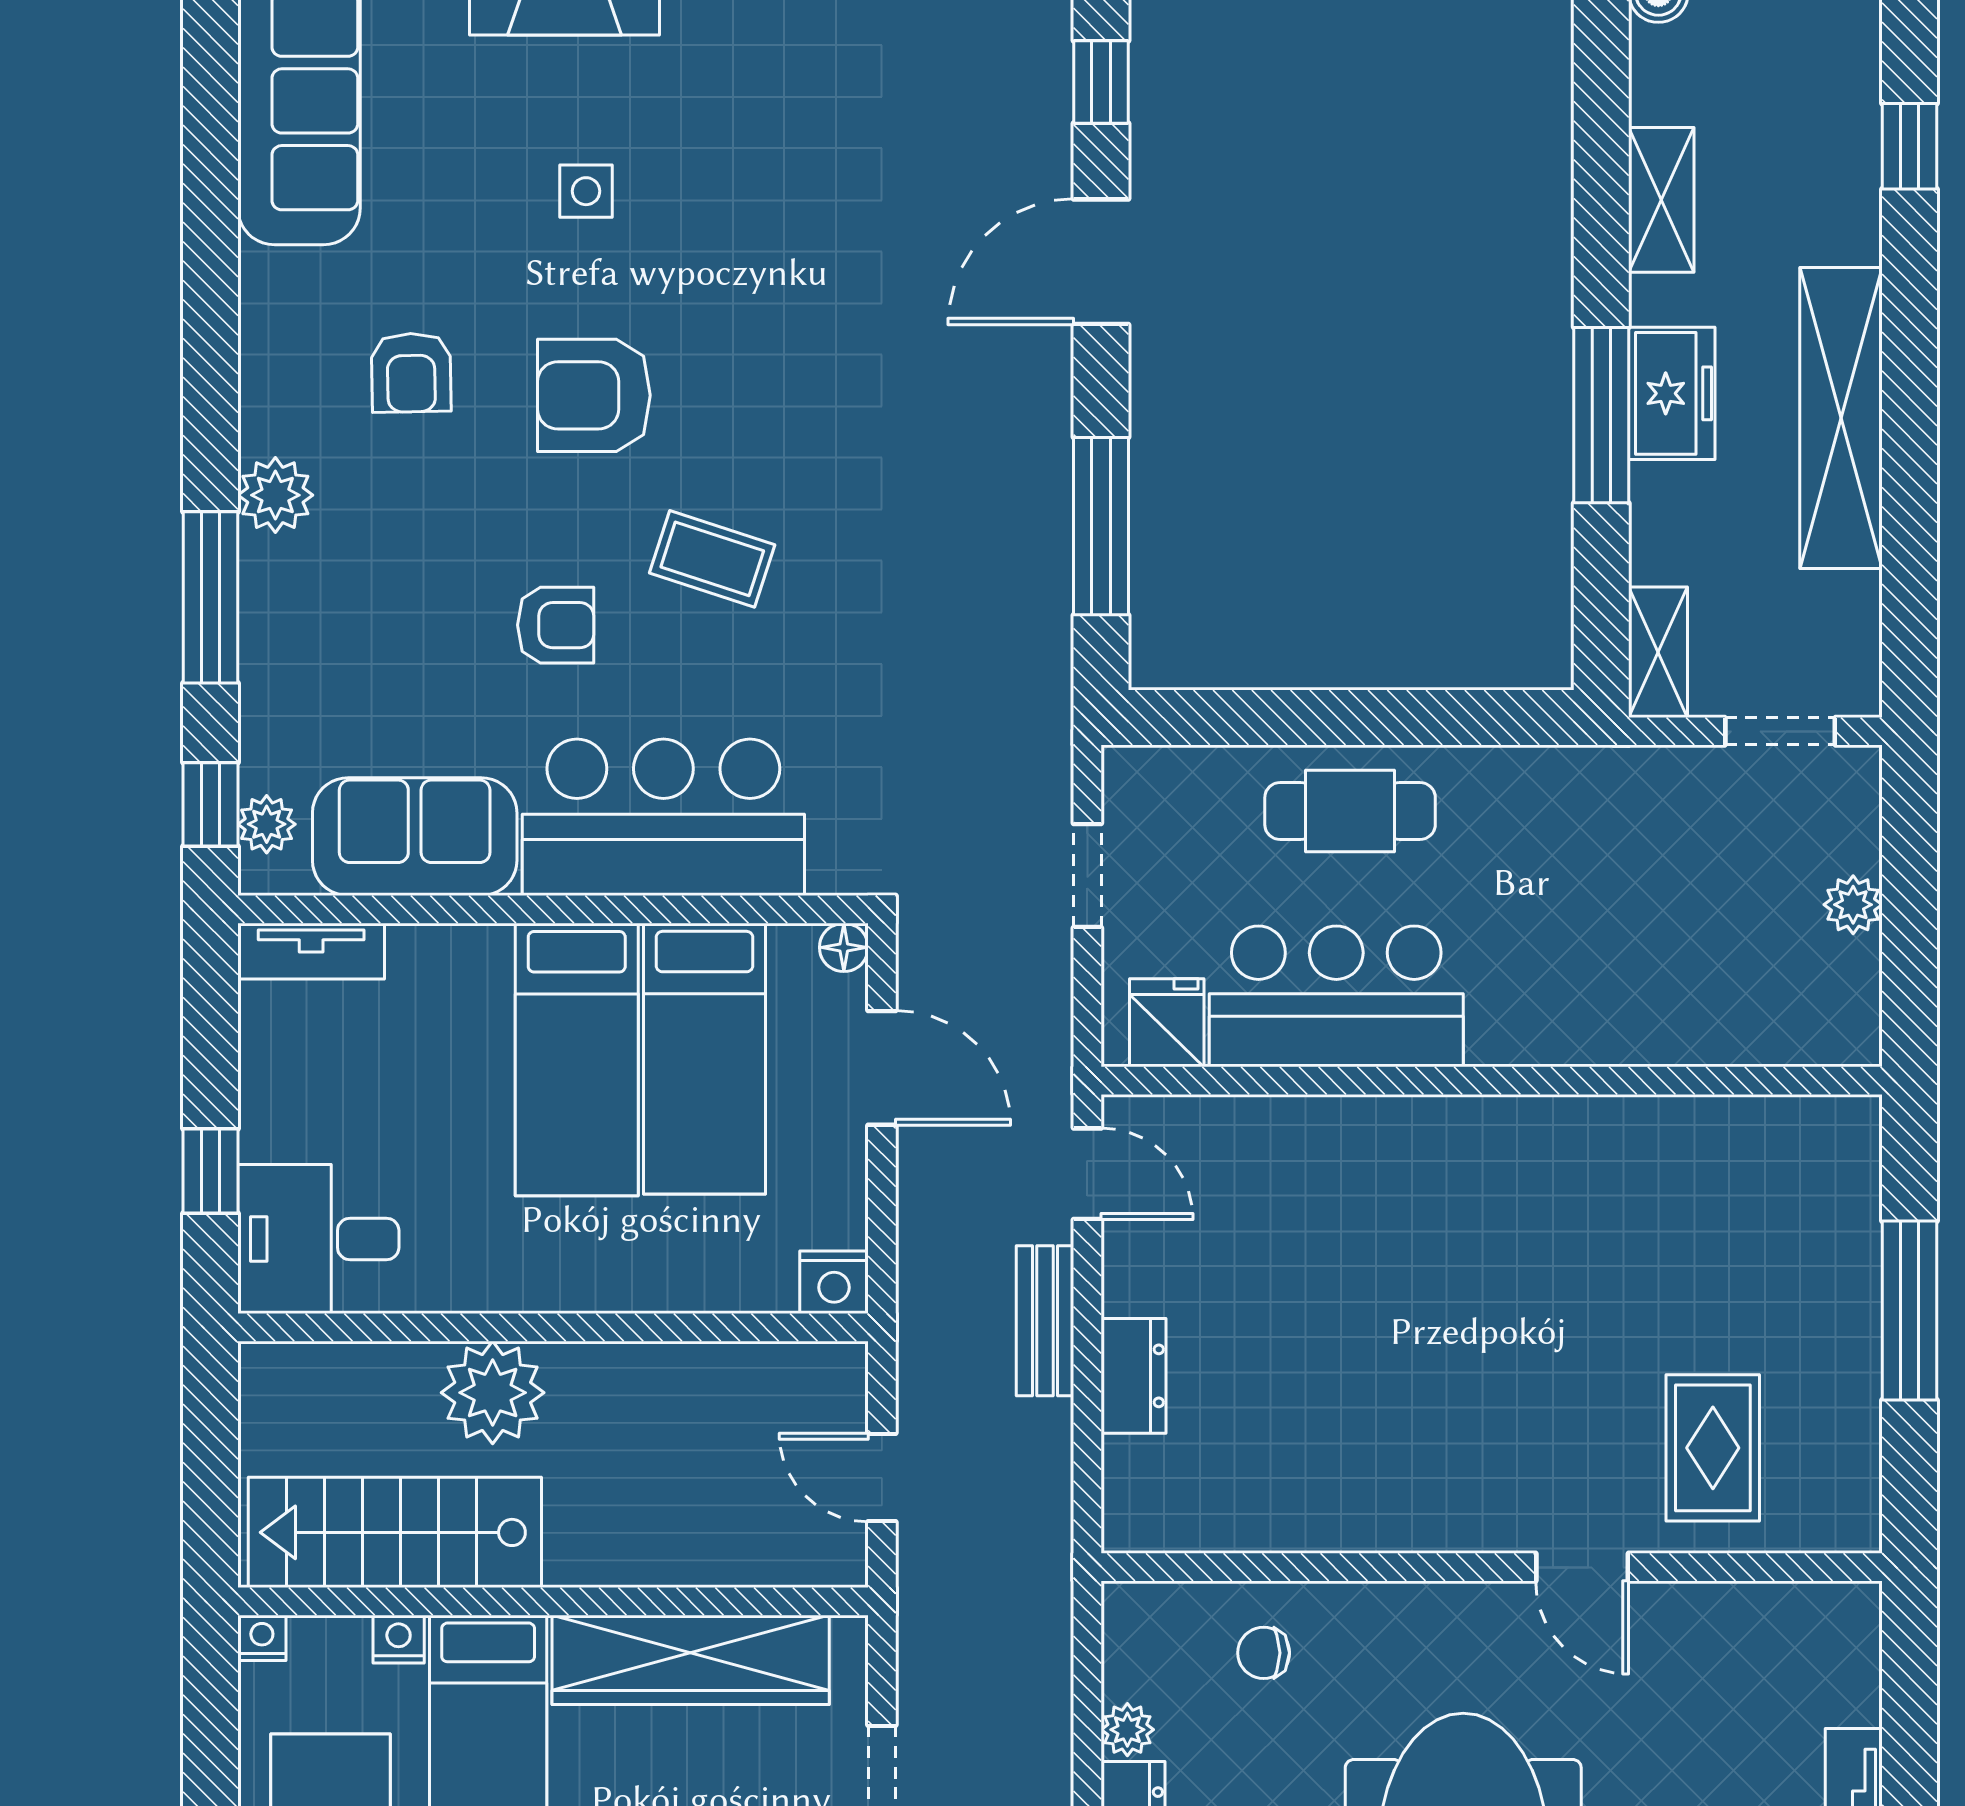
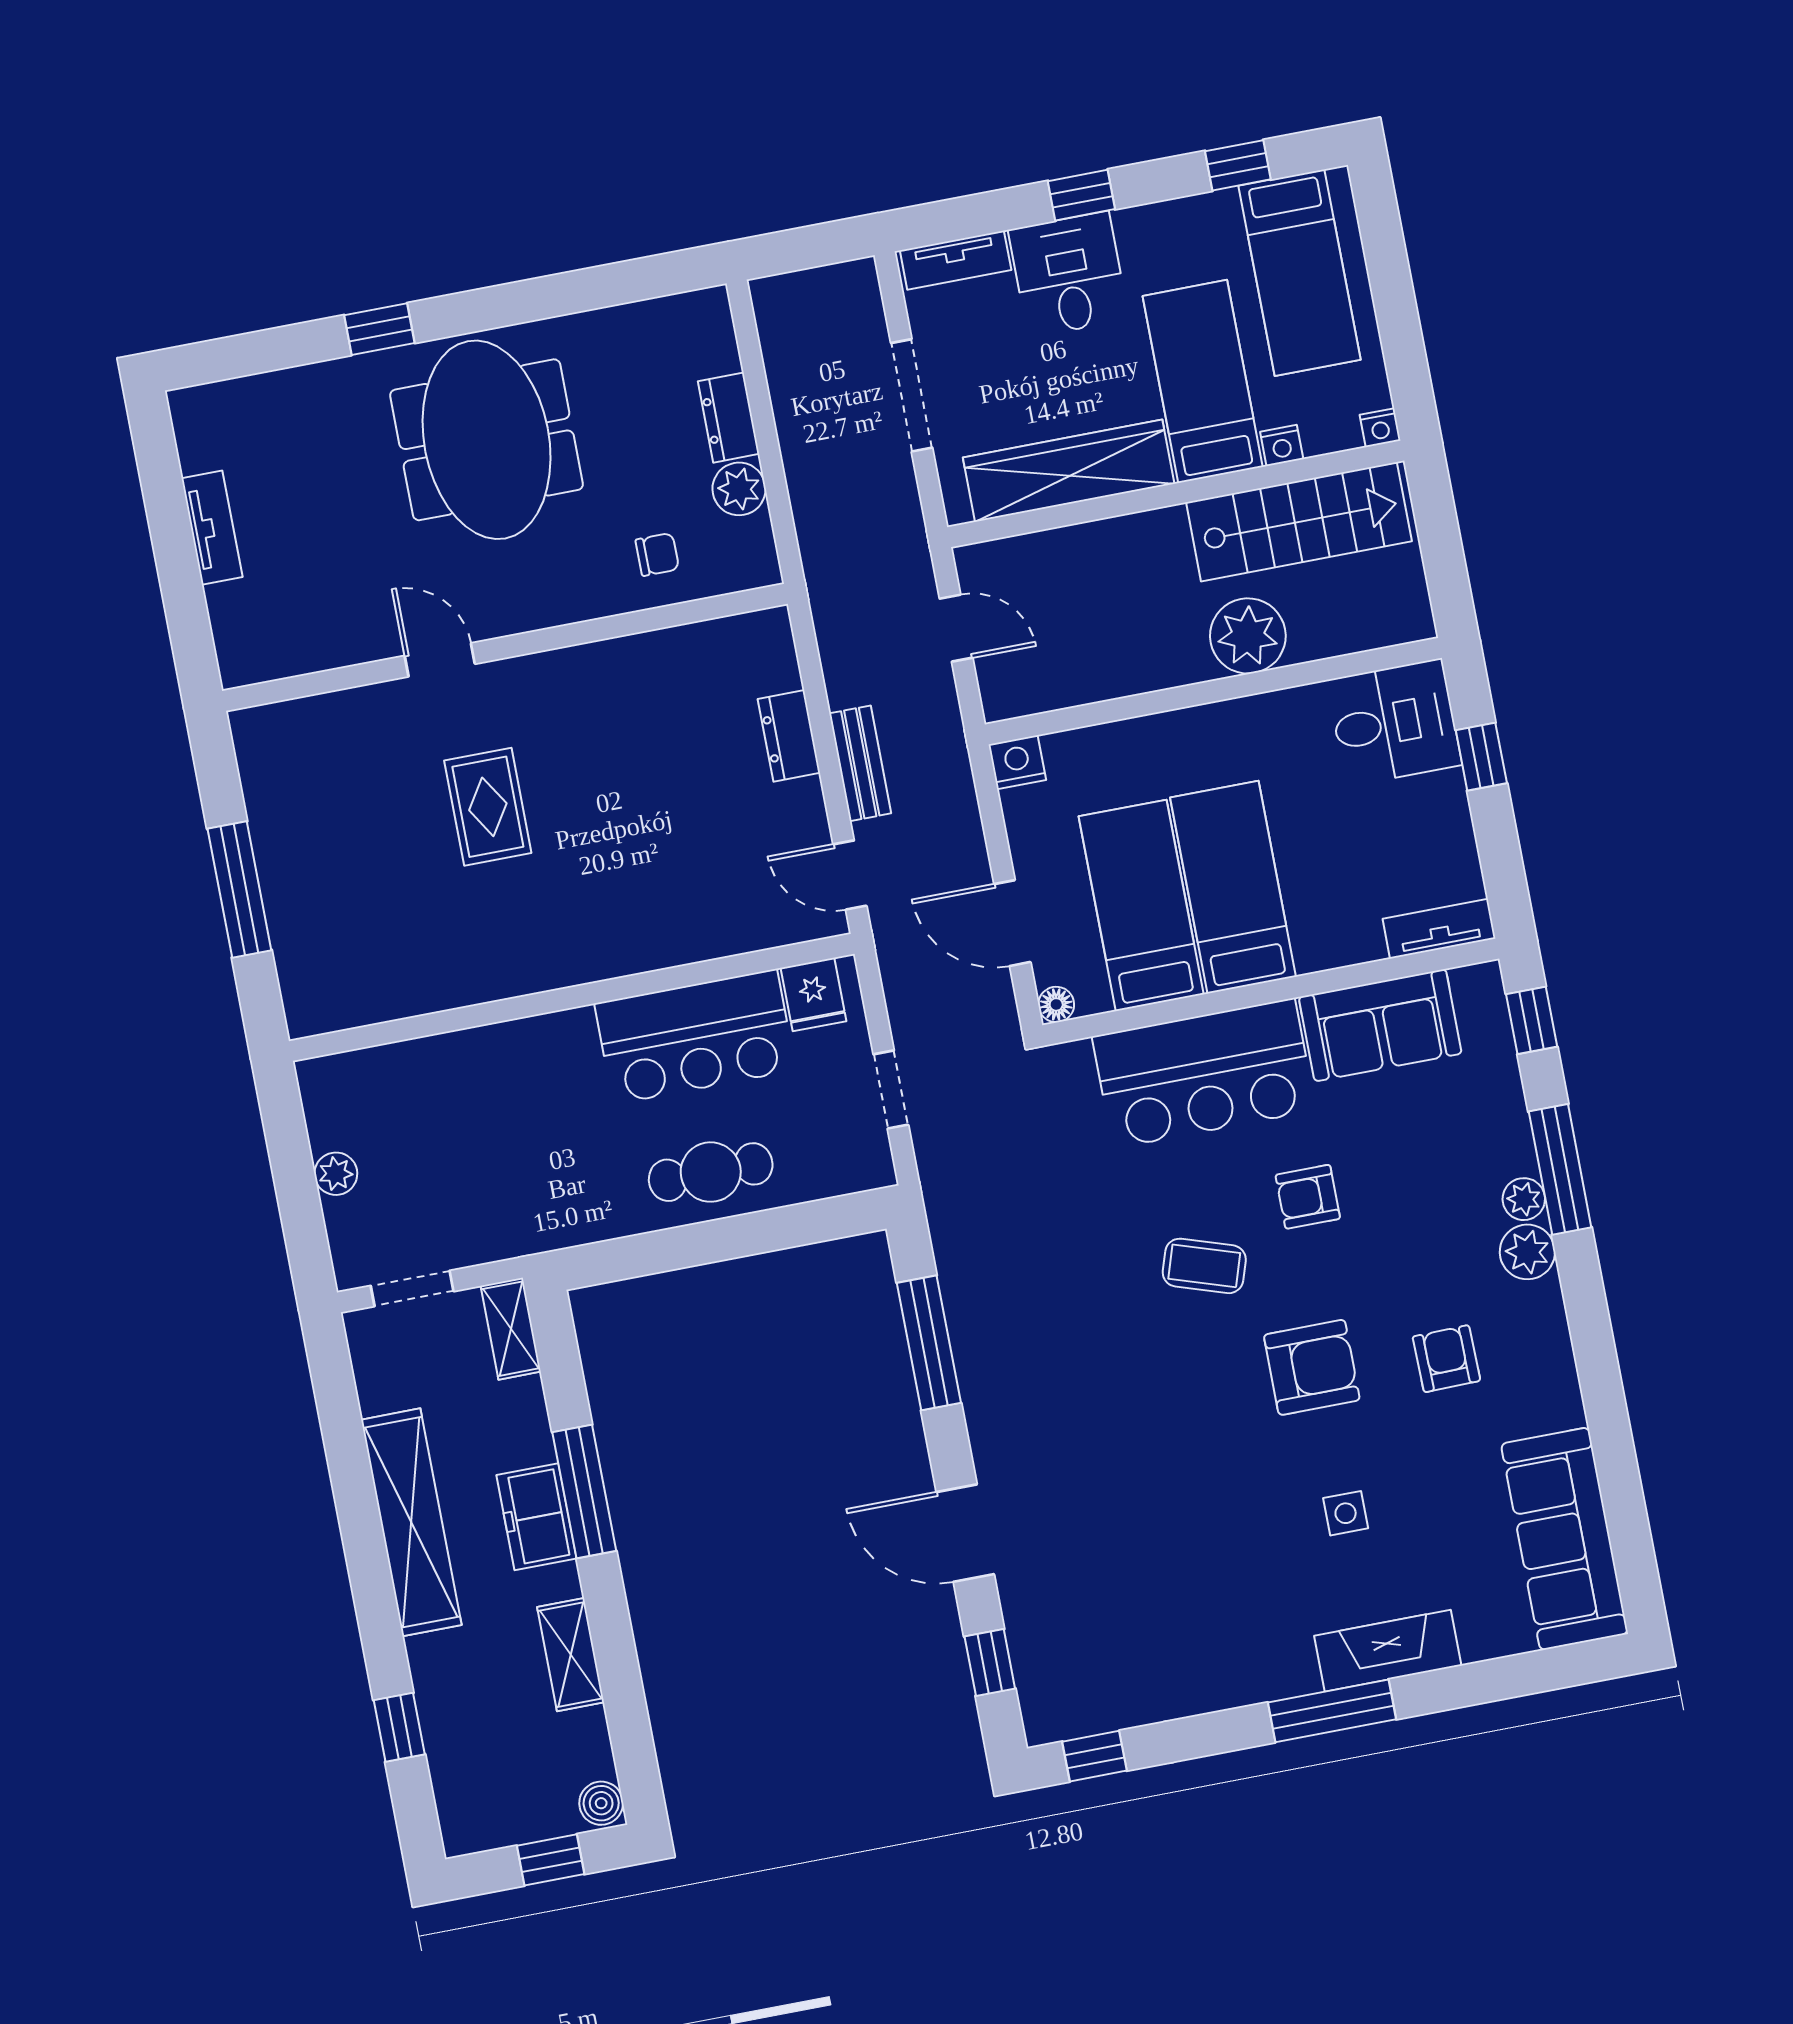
door: (1101, 262) -> (965, 1533), swing flipped
plant: (267, 824) -> (1524, 1199), moved
rug: (1713, 1448) -> (488, 807), moved
plant: (1127, 1730) -> (739, 489), width x1.38, depth x1.38

